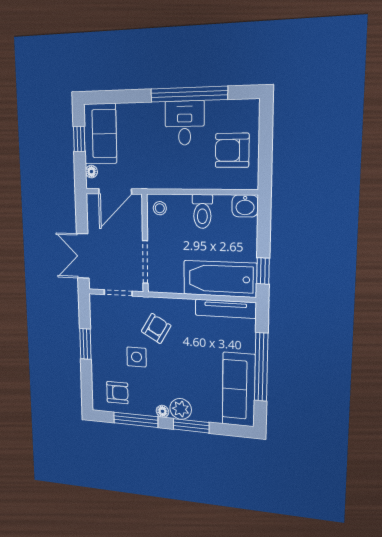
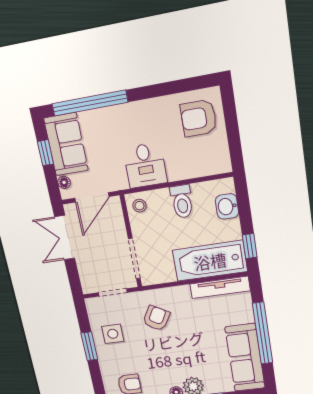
window: (189, 94) -> (90, 103), moved
desk: (185, 123) -> (145, 165), moved, turned 180
armchair: (232, 150) -> (199, 118), moved
washbasin: (245, 206) -> (227, 206), moved, turned 90
double door: (83, 256) -> (65, 238), moved
side table: (136, 357) -> (113, 334), moved

